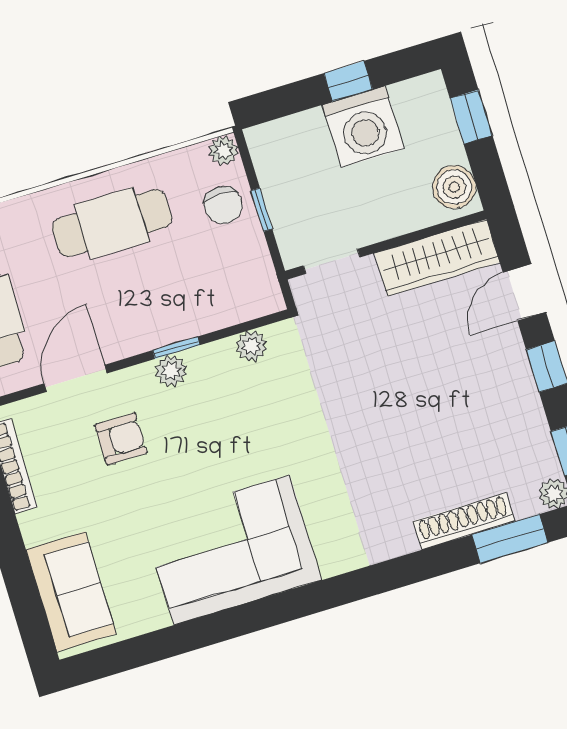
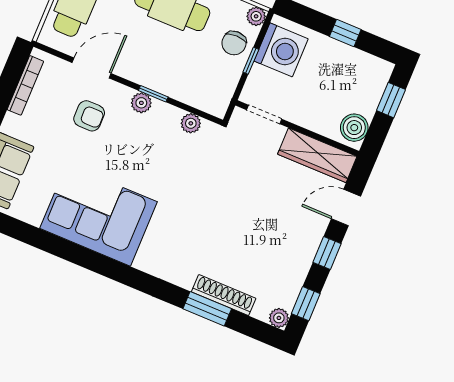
washing machine: (363, 127) -> (281, 50), moved, turned -90
window: (510, 539) -> (207, 309), moved

